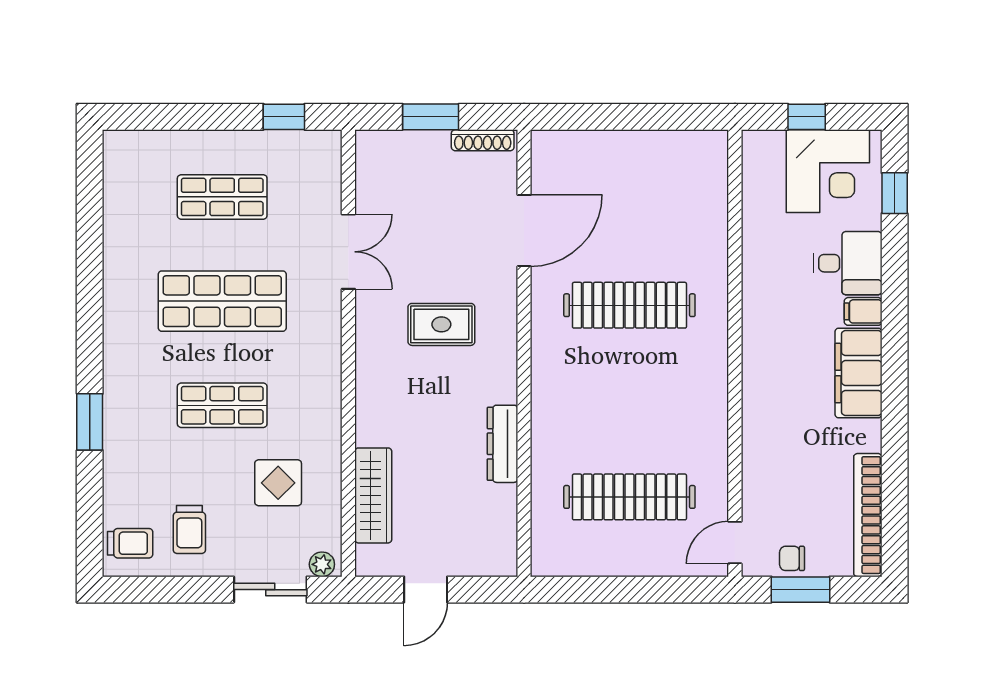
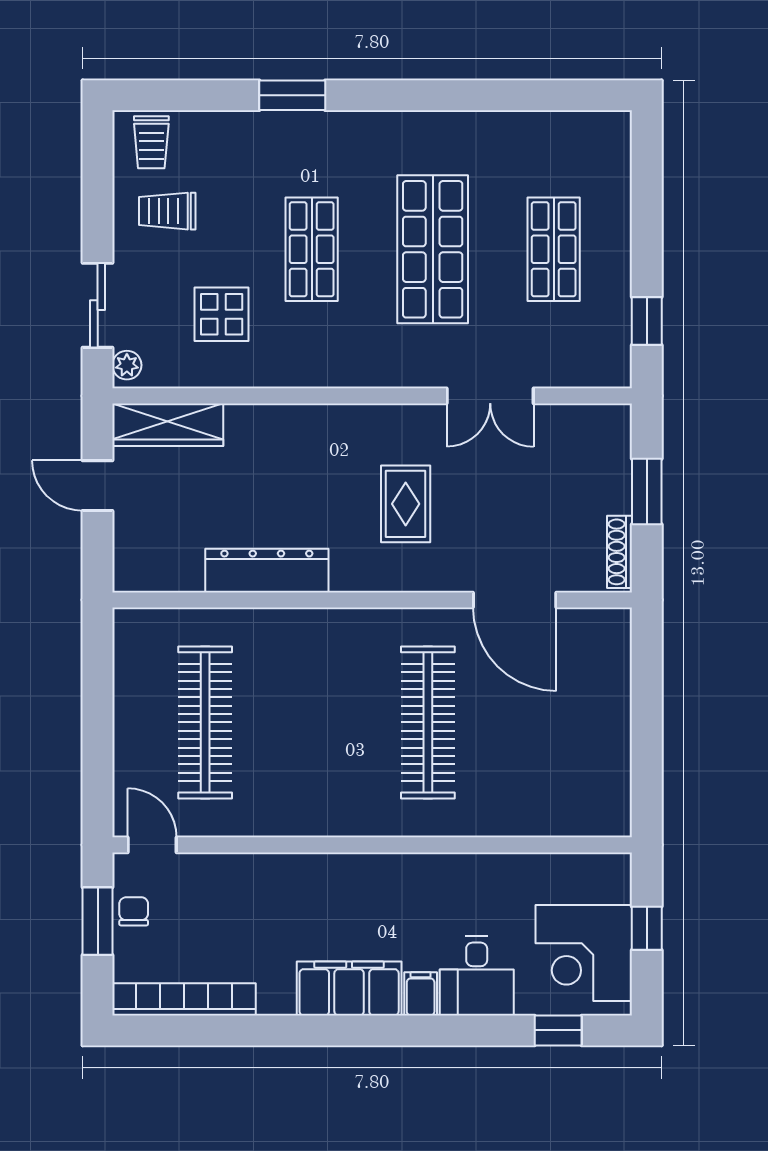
dresser: (503, 444) -> (267, 571), width x1.37, depth x1.24
wardrobe: (373, 495) -> (168, 425), moved

